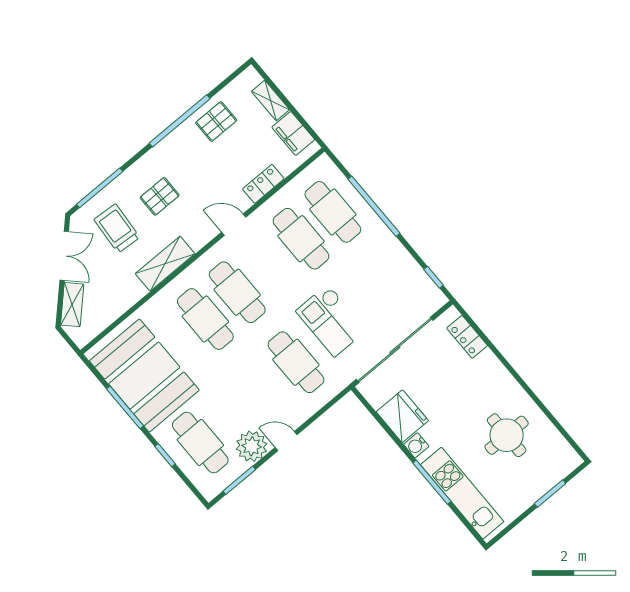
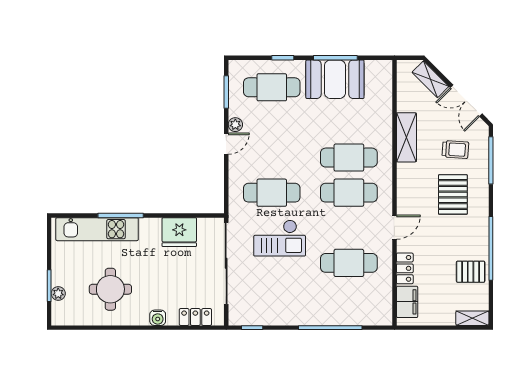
shelving: (271, 101) -> (472, 318), moved
pallet: (216, 121) -> (471, 272), turned 90
filing cabinet: (293, 133) -> (407, 302), moved, turned 90
pallet: (160, 196) -> (453, 194), width x1.50, depth x1.42
cafe table: (333, 212) -> (349, 298), removed
trolley: (117, 228) -> (455, 149), width x0.73, depth x0.72
shelving: (165, 264) -> (406, 137), moved
checkout: (331, 321) -> (280, 238), turned 180
booth: (144, 376) -> (335, 79), width x0.73, depth x0.70
water cooler: (416, 445) -> (158, 318), moved, turned 180
plant: (252, 446) -> (235, 125), width x0.53, depth x0.53
plant: (550, 479) -> (58, 294), added

